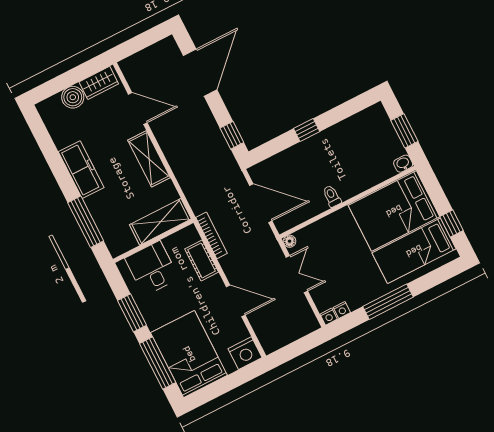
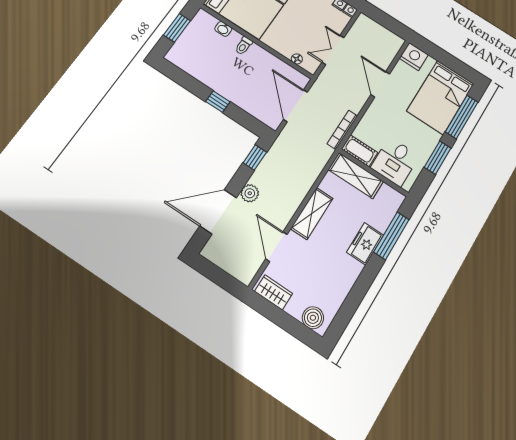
boiler: (73, 97) -> (313, 318), moved
plant: (201, 111) -> (250, 193), added
washbasin: (403, 164) -> (223, 29), moved
freezer: (81, 170) -> (365, 244), moved, width x0.71
toilet: (332, 196) -> (244, 46), moved
floor lamp: (290, 241) -> (297, 59), moved
cot: (202, 260) -> (360, 151), moved, turned 90

